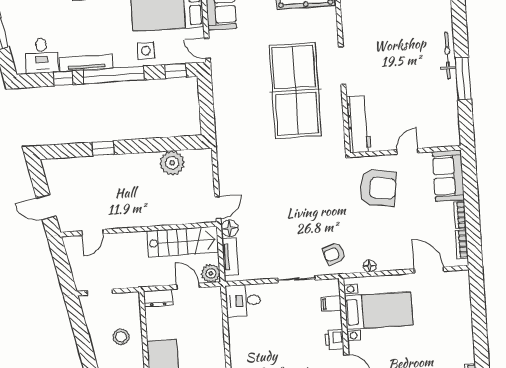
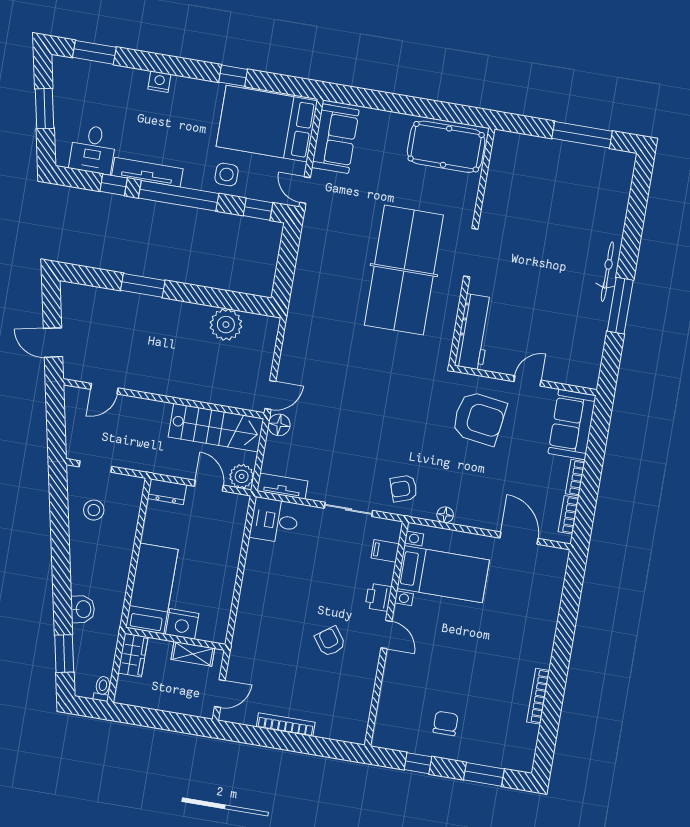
window: (103, 148) -> (143, 285), width x1.50
tv unit: (230, 257) -> (282, 486), moved, turned -90
stool: (121, 337) -> (94, 510), moved

